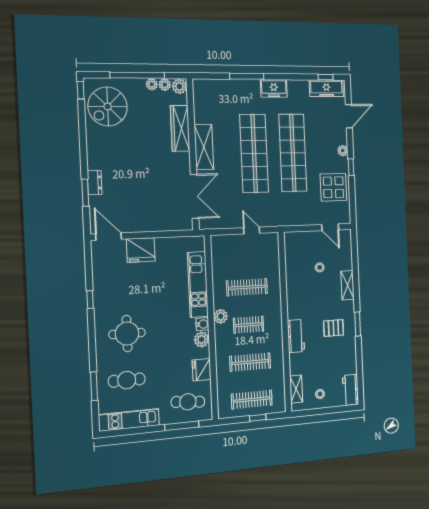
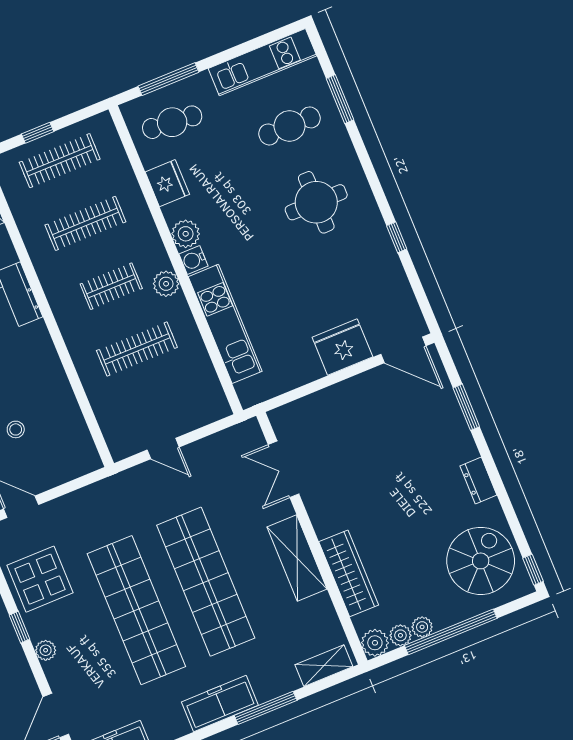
shelving: (210, 86) -> (324, 666), added
freezer: (274, 88) -> (220, 704), width x1.40
dresser: (95, 182) -> (478, 481), moved
double door: (195, 196) -> (284, 469), width x0.73

